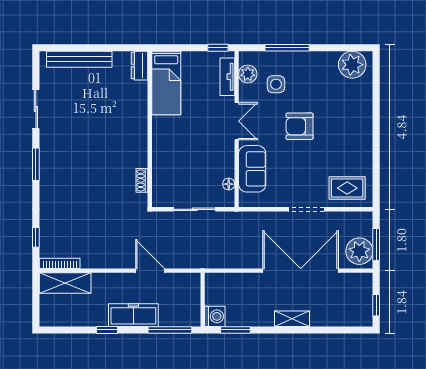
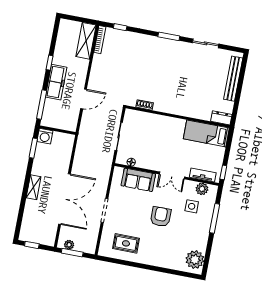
rug: (347, 188) -> (126, 243), moved, turned 90
plant: (359, 251) -> (69, 245), width x0.53, depth x0.53

